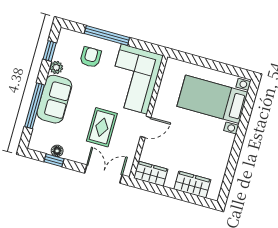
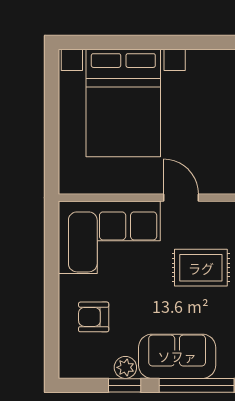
window: (107, 35) -> (52, 300), removed
window: (50, 51) -> (125, 385), moved
bed with nightstands: (212, 99) -> (123, 103), width x1.36

